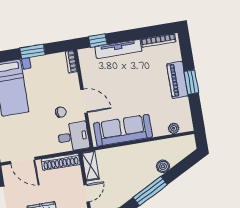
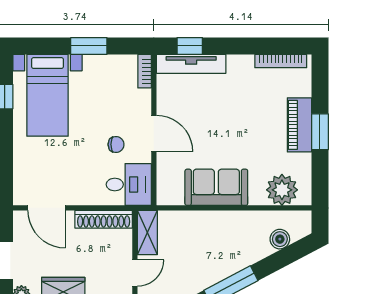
tv unit: (118, 49) -> (191, 64), moved
plant: (174, 128) -> (282, 190), width x1.87, depth x1.87
sofa: (123, 130) -> (216, 187), width x0.73
boiler: (163, 166) -> (280, 239), moved

